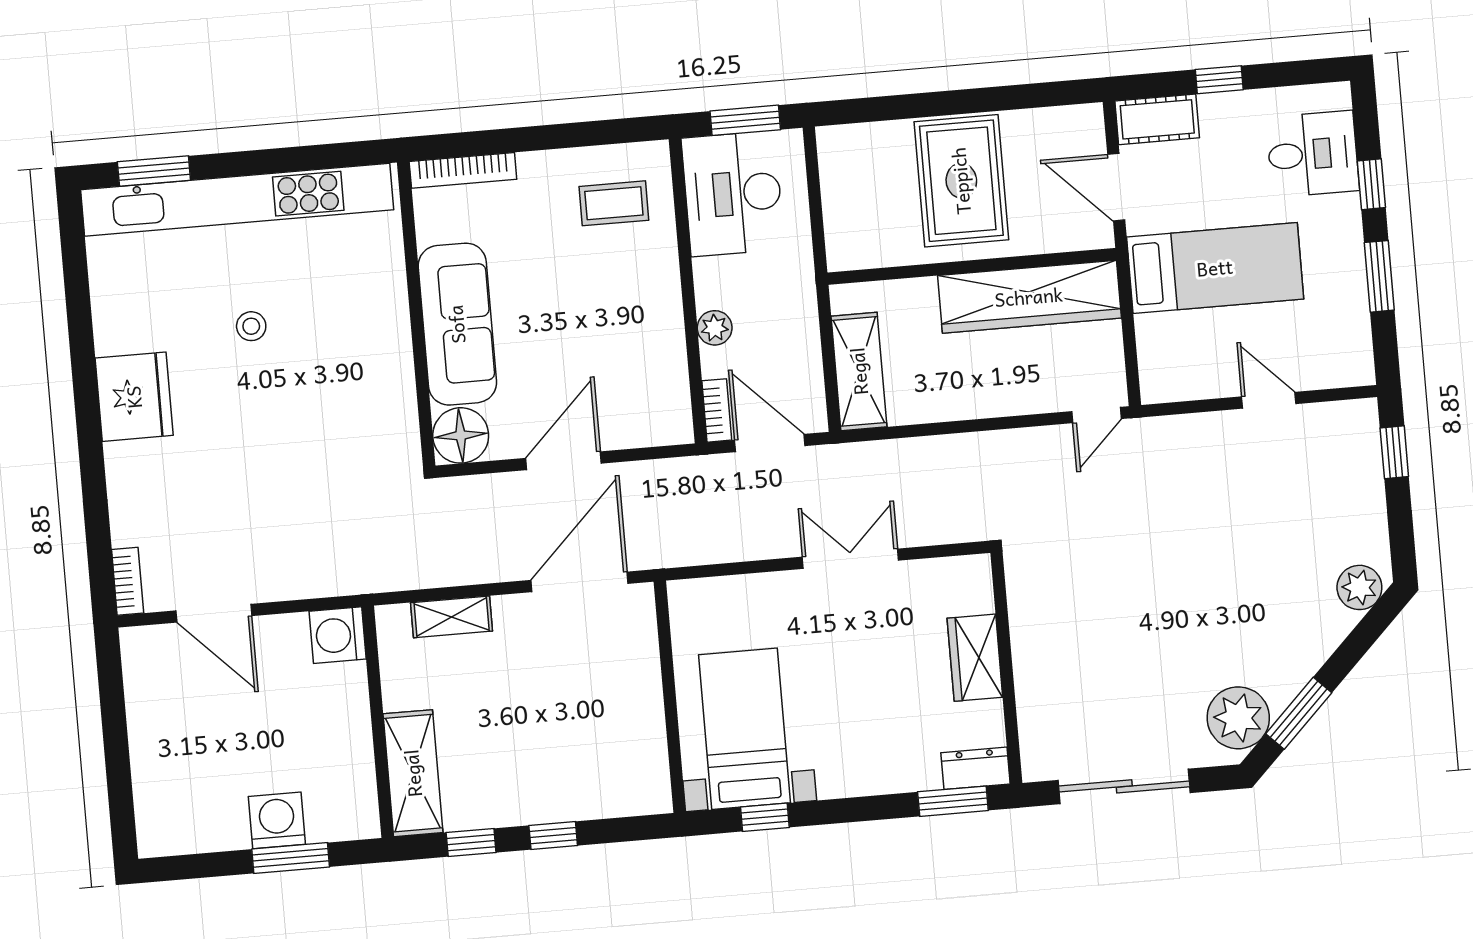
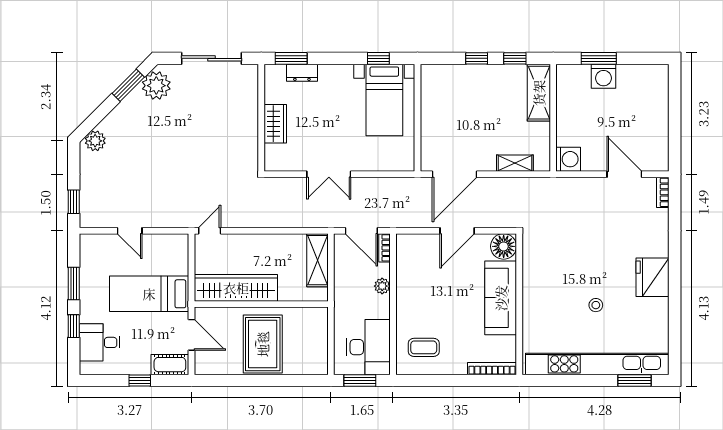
dresser: (976, 768) -> (302, 73), moved

